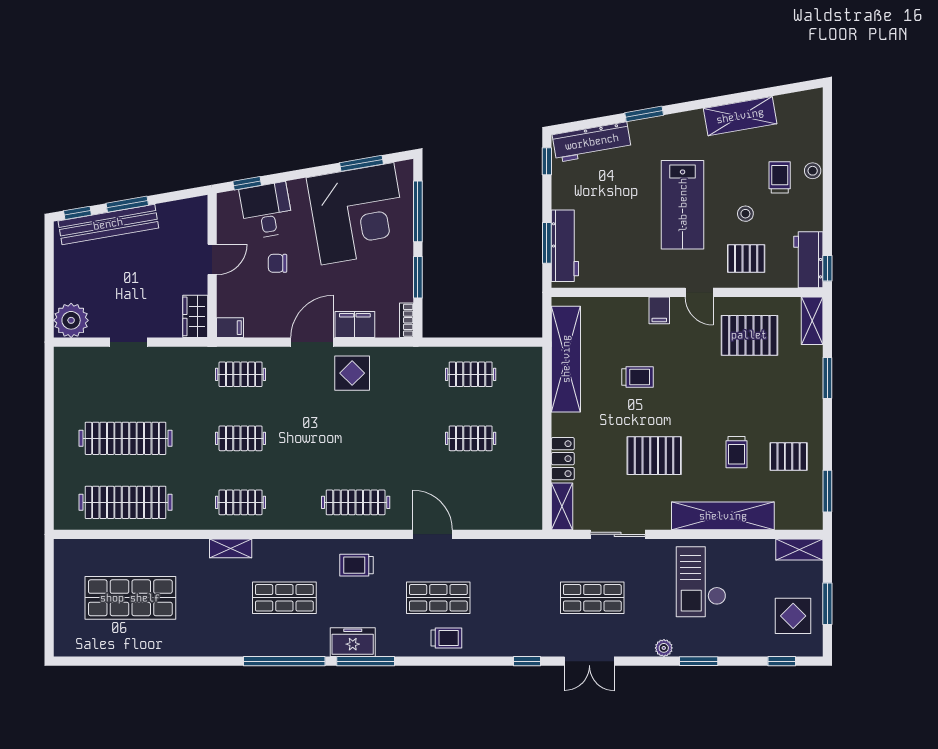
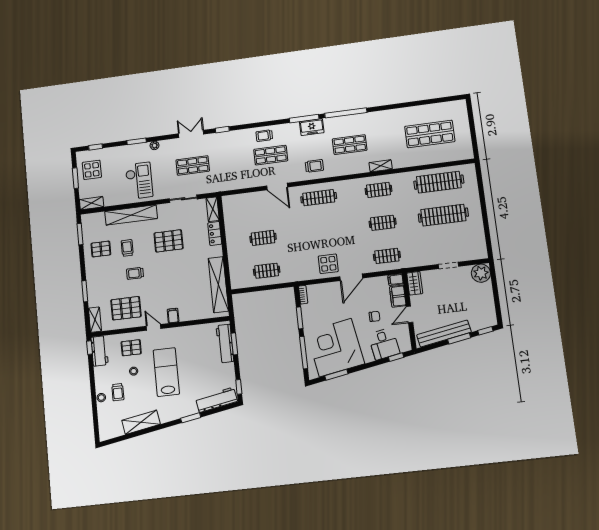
bench: (108, 224) -> (444, 334), moved
filing cabinet: (355, 324) -> (398, 296), moved, turned 90
trolley: (637, 377) -> (135, 273), moved

